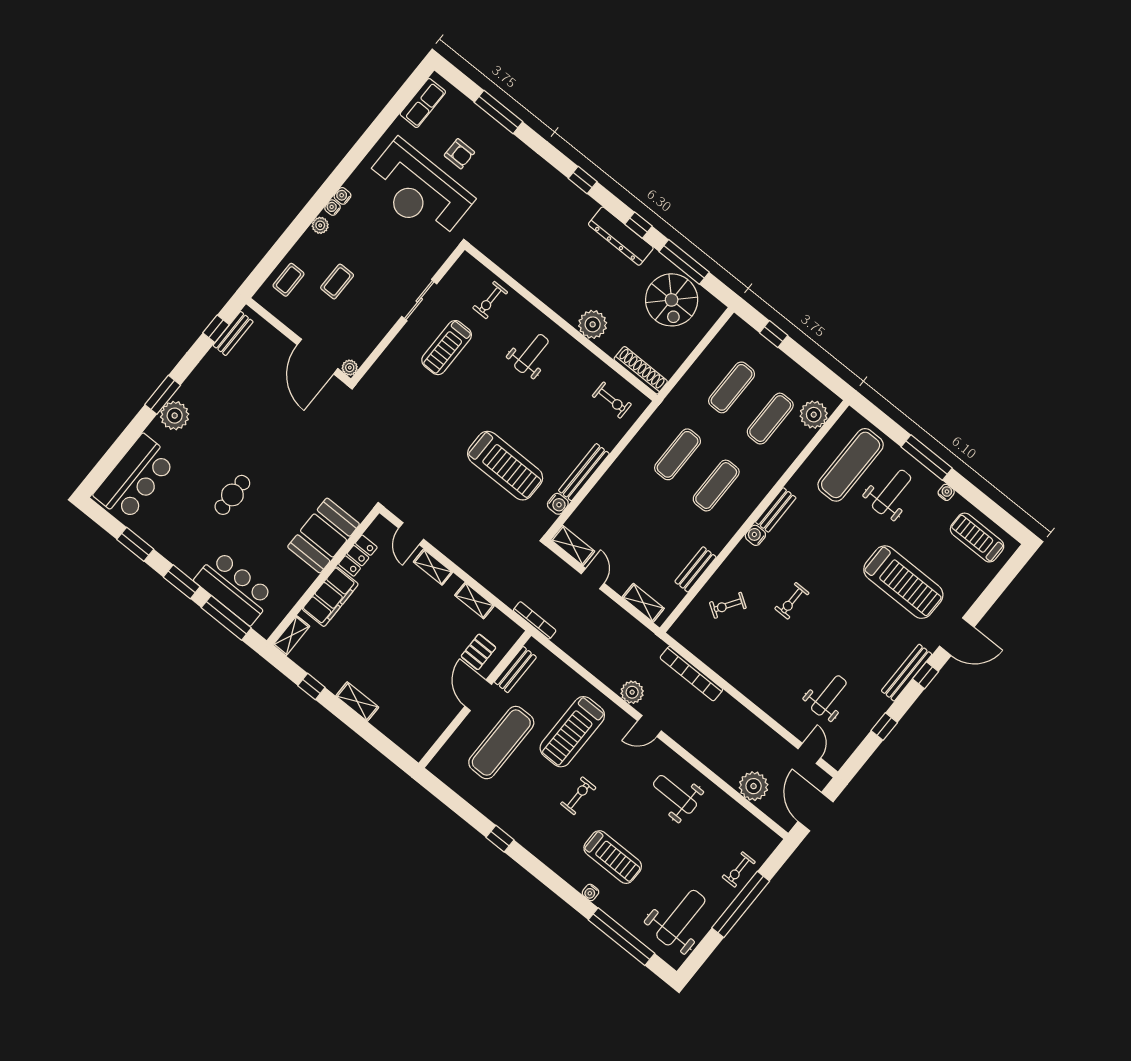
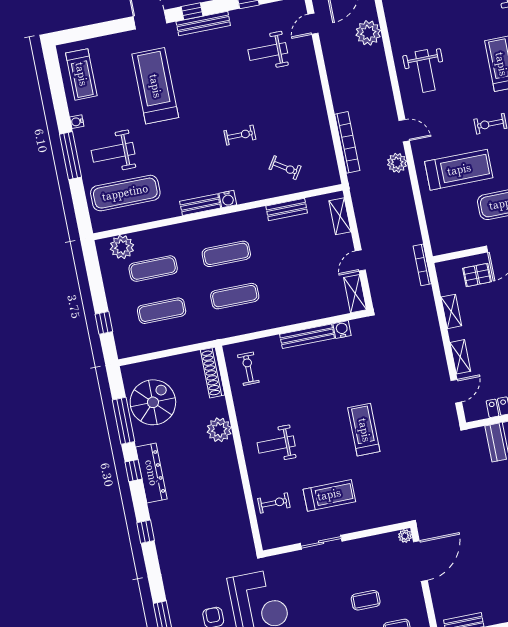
treadmill: (505, 466) -> (364, 430), moved, width x0.73, depth x0.73
bench: (515, 670) -> (462, 243), removed

